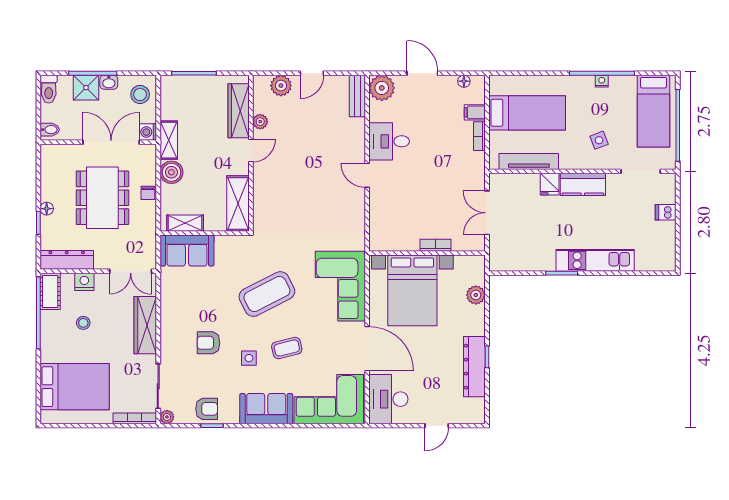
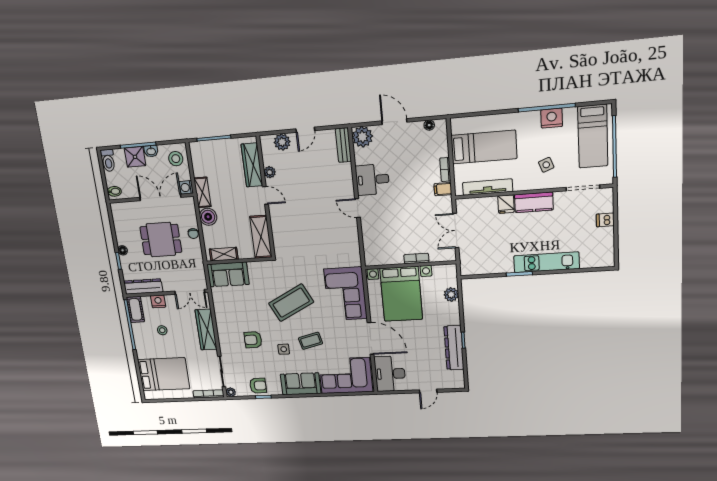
nightstand: (602, 81) -> (552, 118), width x1.89, depth x1.79
filing cabinet: (475, 112) -> (443, 189), moved
door: (251, 150) -> (265, 195), hinge flipped
dining table: (102, 198) -> (161, 240), width x0.73

